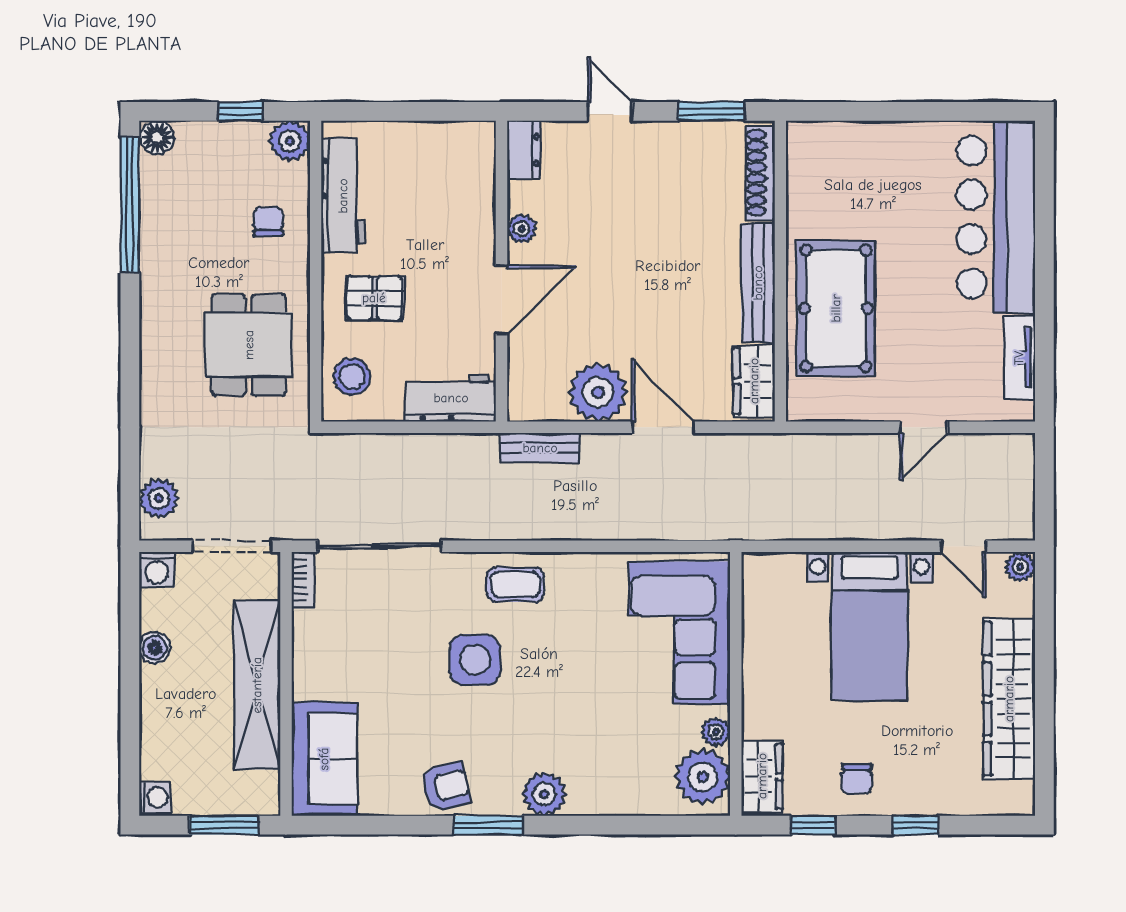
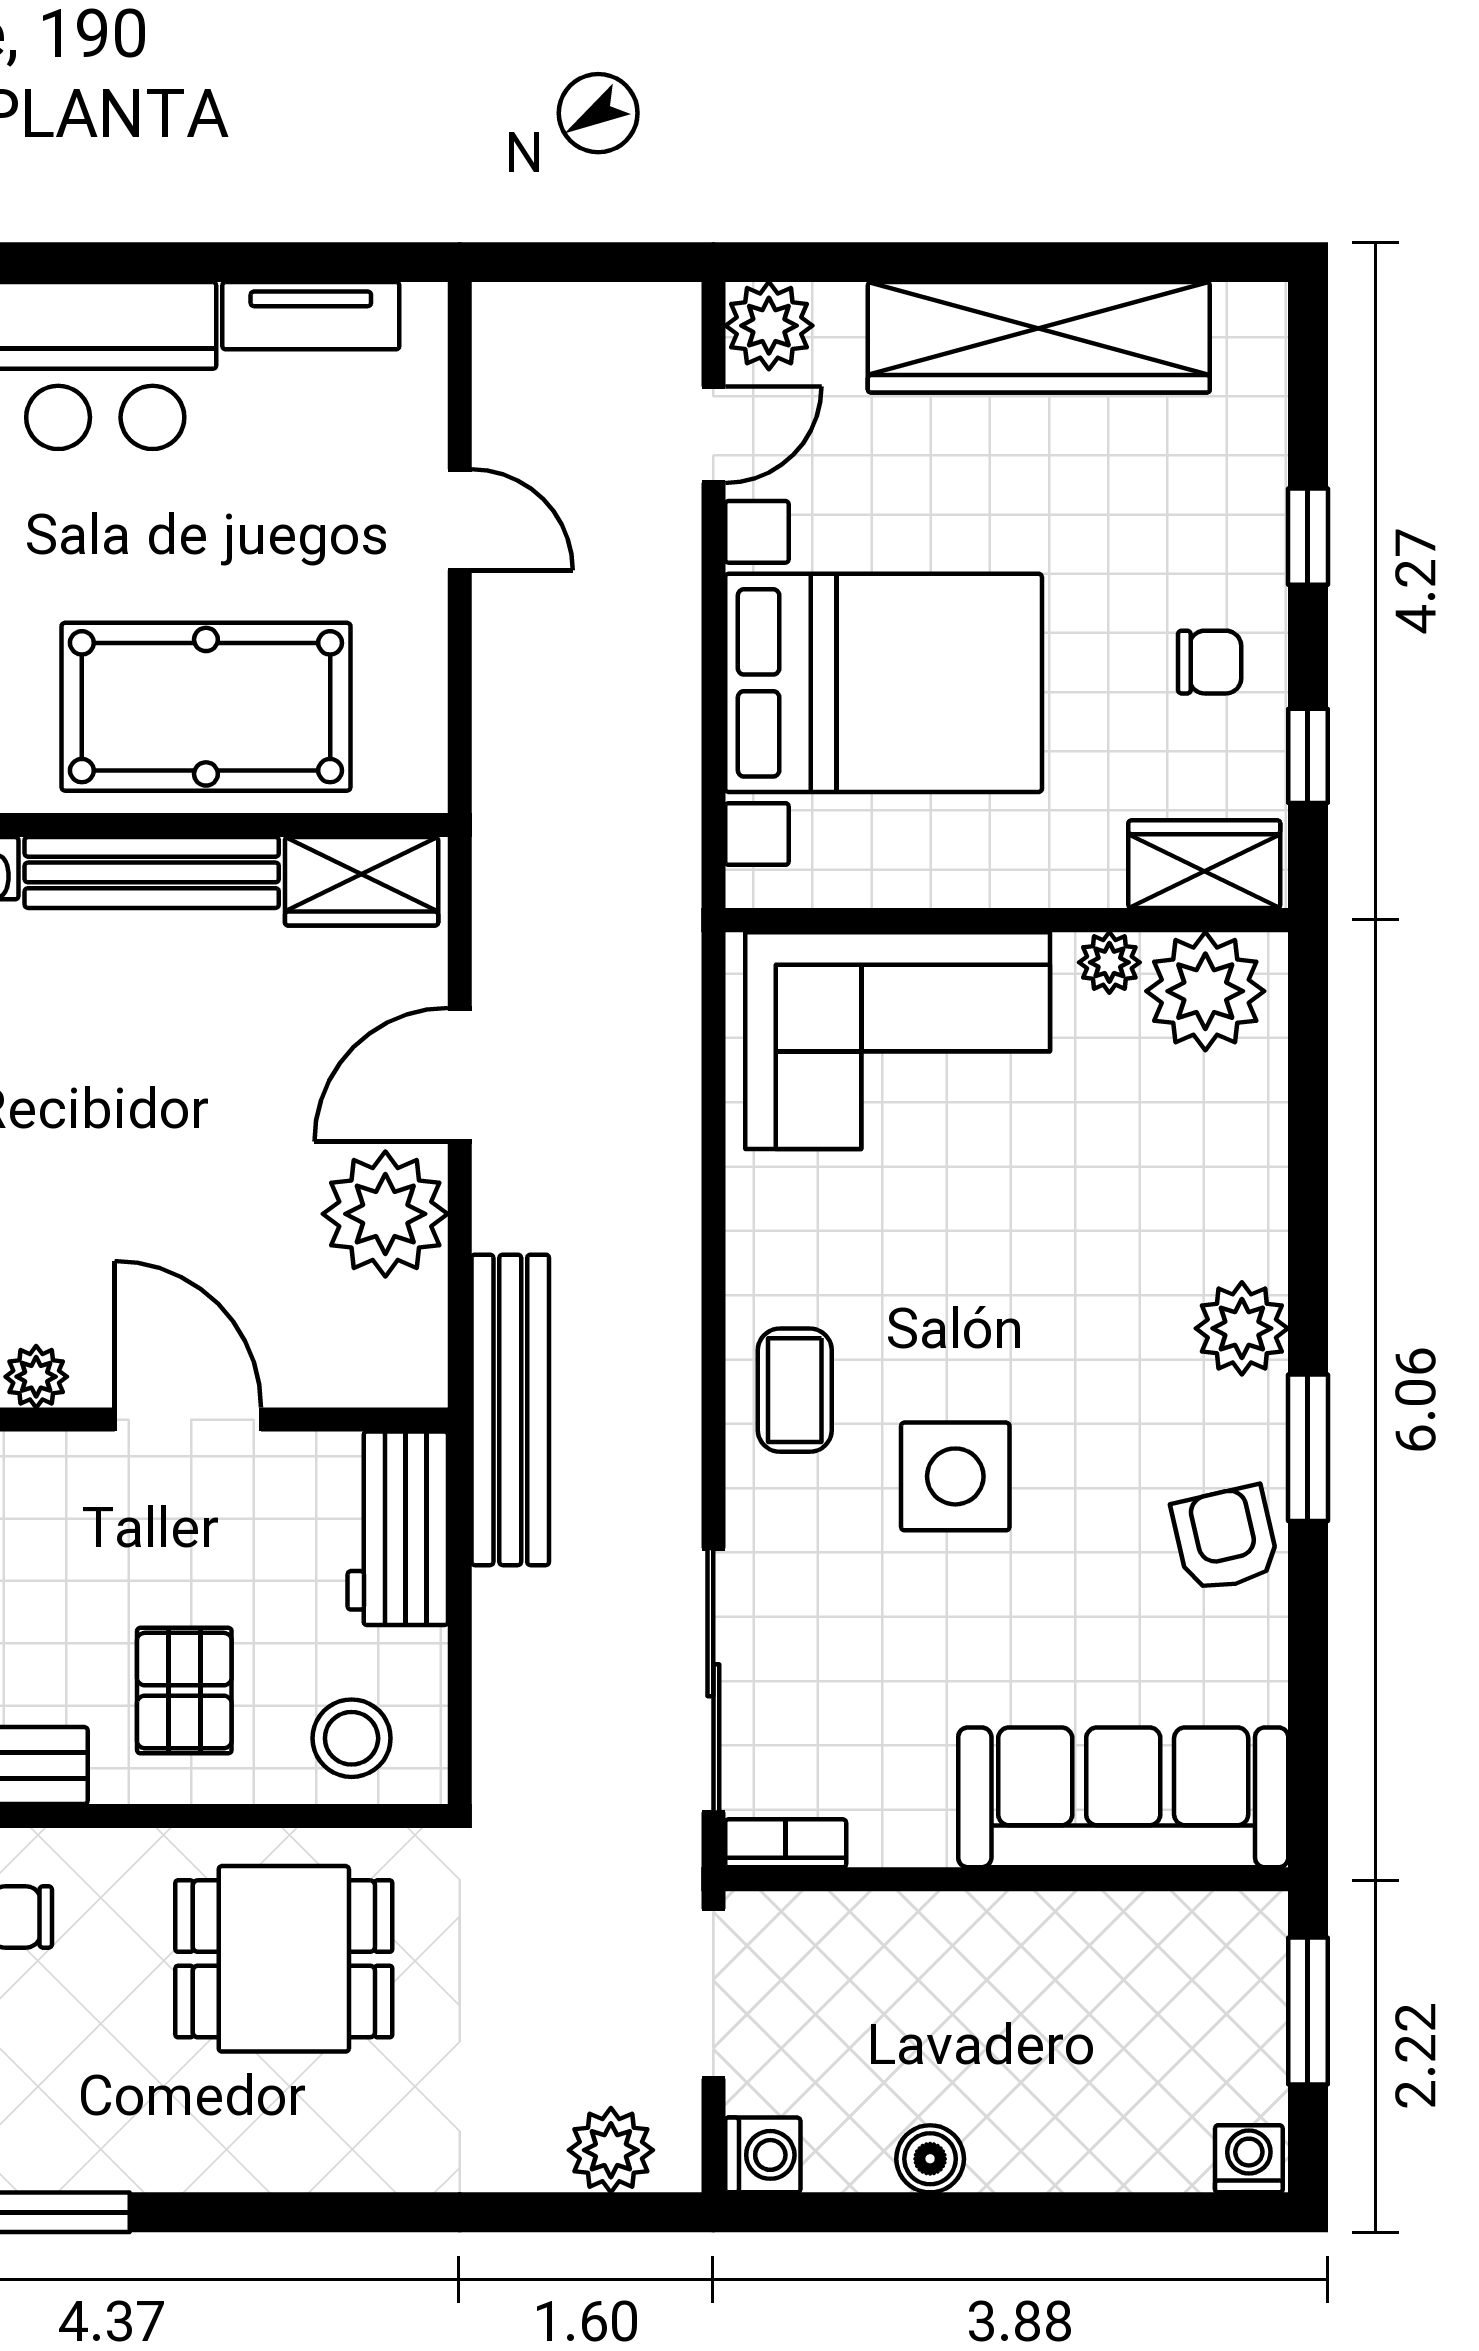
bench: (540, 448) -> (510, 1410), width x1.86, depth x1.21
plant: (1020, 567) -> (769, 326), width x1.38, depth x1.38
bed with nightstands: (870, 626) -> (884, 683), width x1.36
shelving: (257, 685) -> (1008, 1940), removed
sofa: (324, 759) -> (1123, 1797), width x1.36

